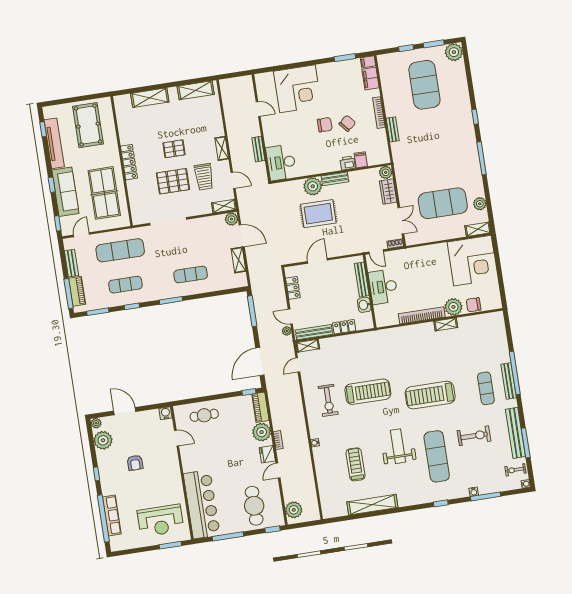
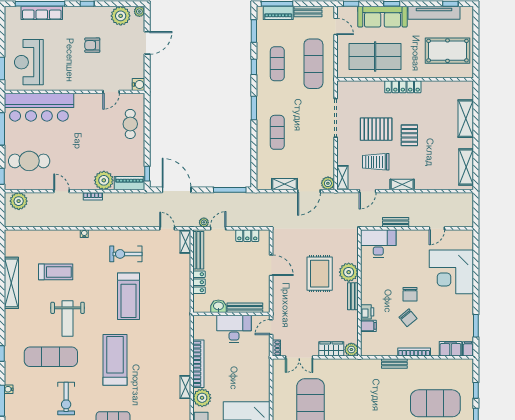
pallet: (173, 181) -> (376, 129), turned 90
weight bench: (398, 446) -> (68, 319), turned 90
fridge: (267, 454) -> (80, 183), removed

